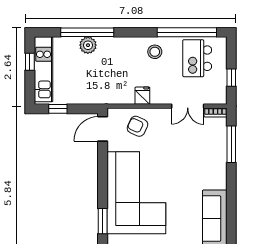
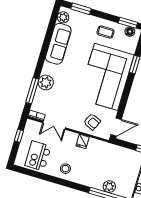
window: (187, 32) -> (40, 175), removed
kitchen island: (197, 58) -> (38, 156), turned 180
double door: (188, 106) -> (54, 125), swing flipped
plant: (216, 161) -> (46, 82), added

